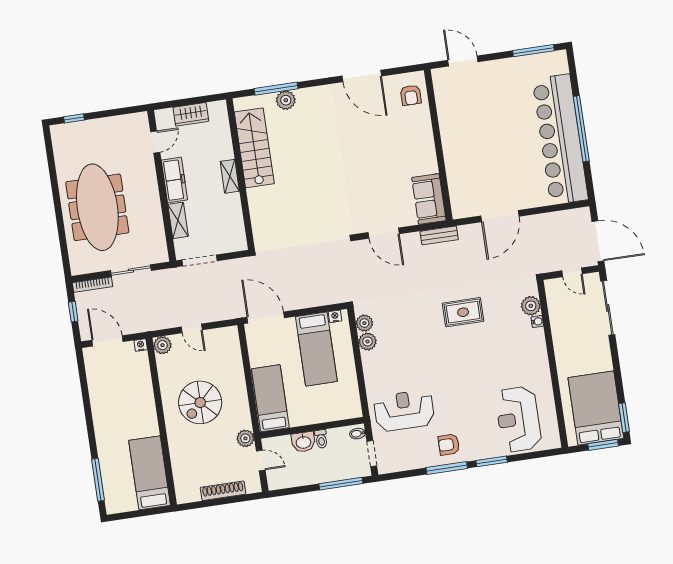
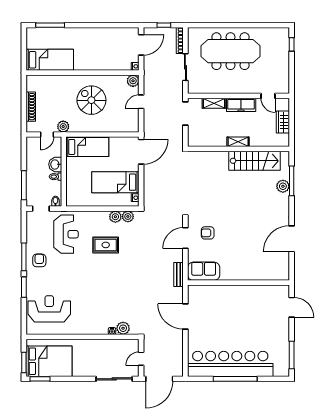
door: (463, 61) -> (292, 307), hinge flipped
armchair: (411, 95) -> (208, 233), moved
rug: (463, 312) -> (106, 245), moved, turned 90

